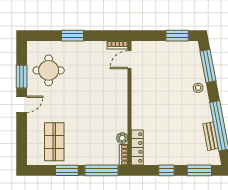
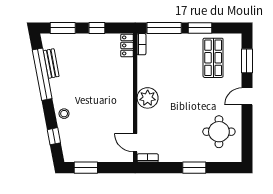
door: (130, 60) -> (135, 143), swing flipped
window: (208, 66) -> (54, 136), width x0.46
window: (22, 77) -> (247, 61), moved
plant: (122, 138) -> (148, 98), moved, width x1.88, depth x1.88
locker: (137, 147) -> (127, 45), width x0.66

